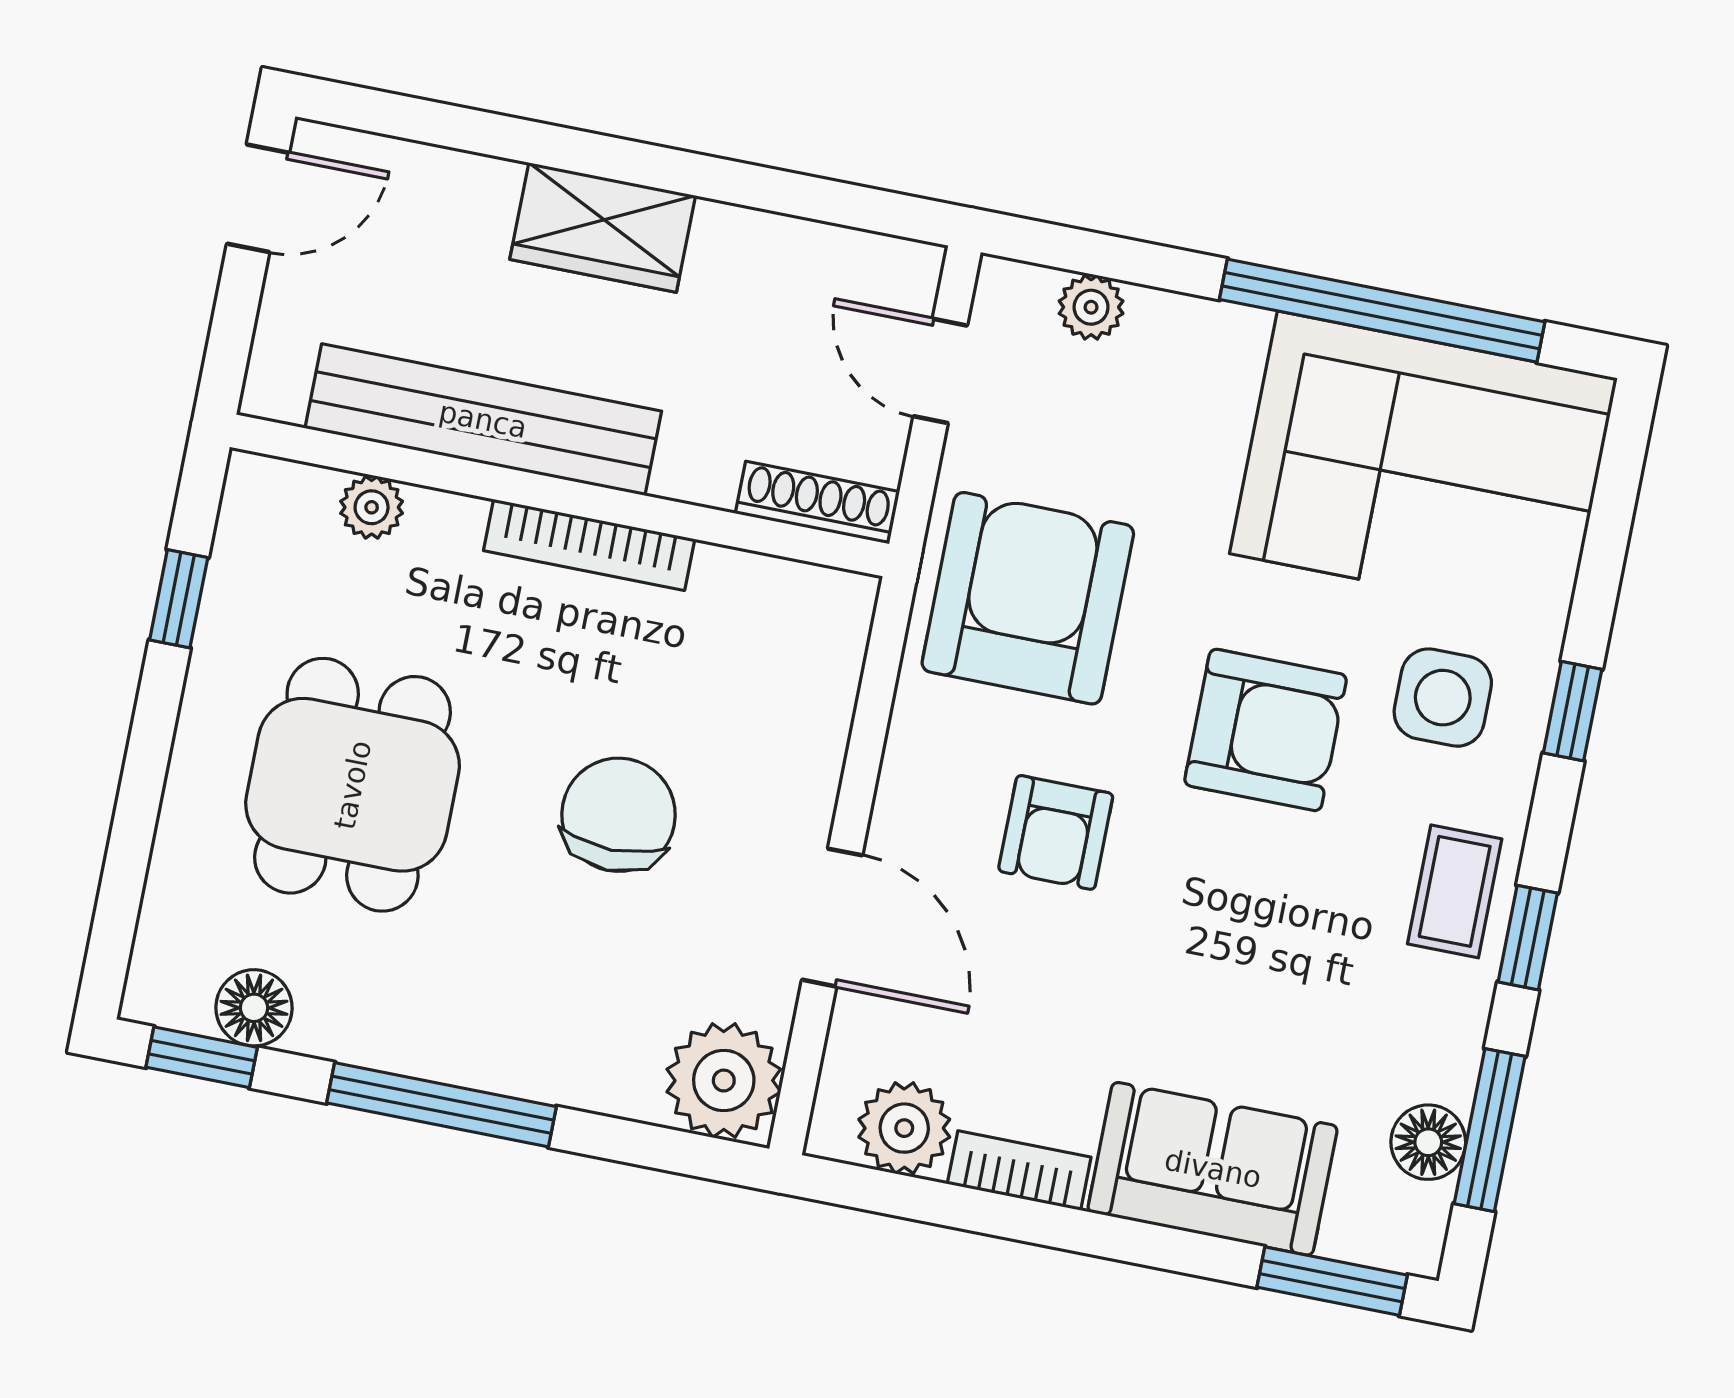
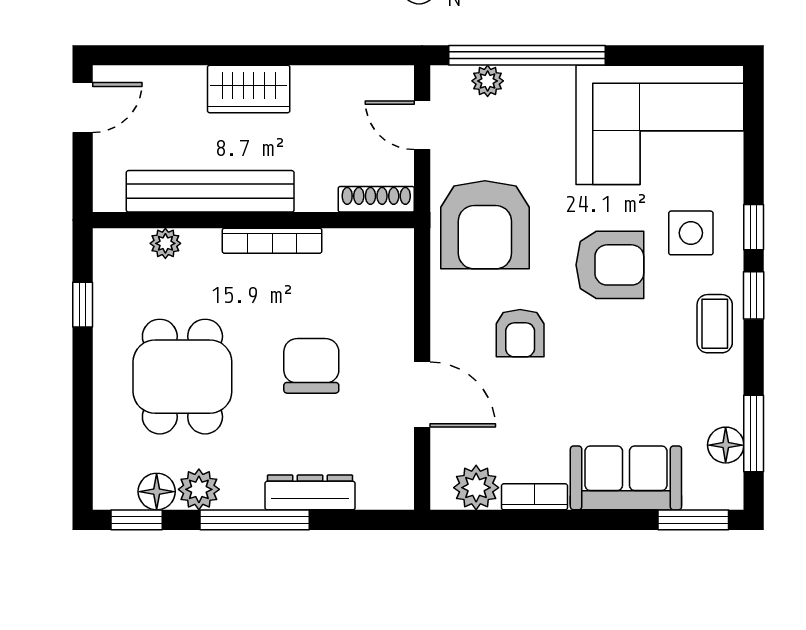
window: (1382, 311) -> (527, 55), moved
armchair: (1028, 598) -> (485, 225), turned 180
window: (1528, 938) -> (754, 295), moved
dresser: (565, 1071) -> (310, 492), added
plant: (724, 1081) -> (199, 489), moved, width x0.73, depth x0.73

